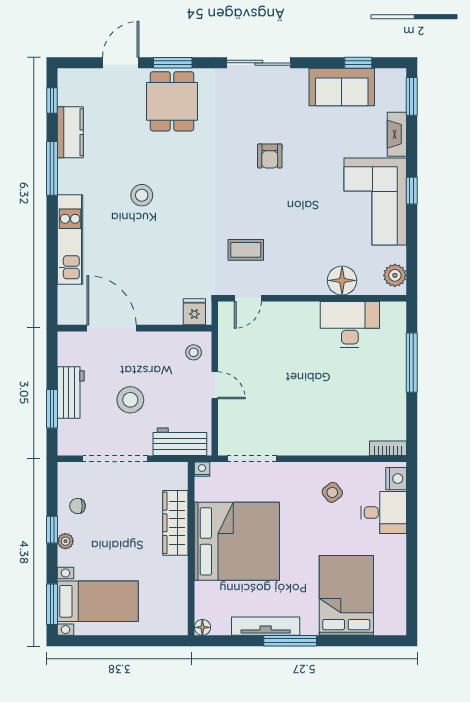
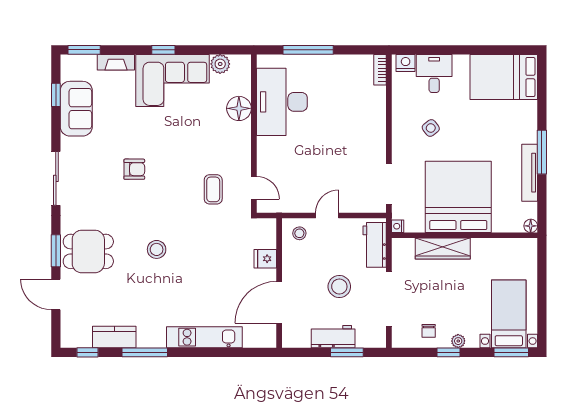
stool: (142, 195) -> (157, 249), moved
plant: (395, 275) -> (220, 64), moved
fridge: (194, 312) -> (265, 259), moved
desk: (350, 325) -> (282, 102), width x1.36, depth x1.30
side table: (332, 492) -> (431, 128), moved
bed: (346, 595) -> (504, 77), moved

